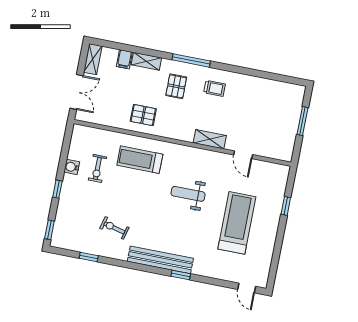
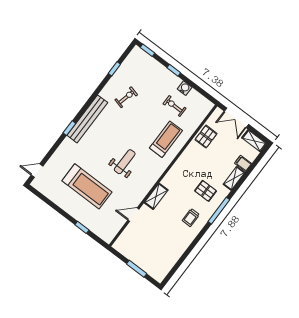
pallet: (143, 115) -> (206, 137), moved

